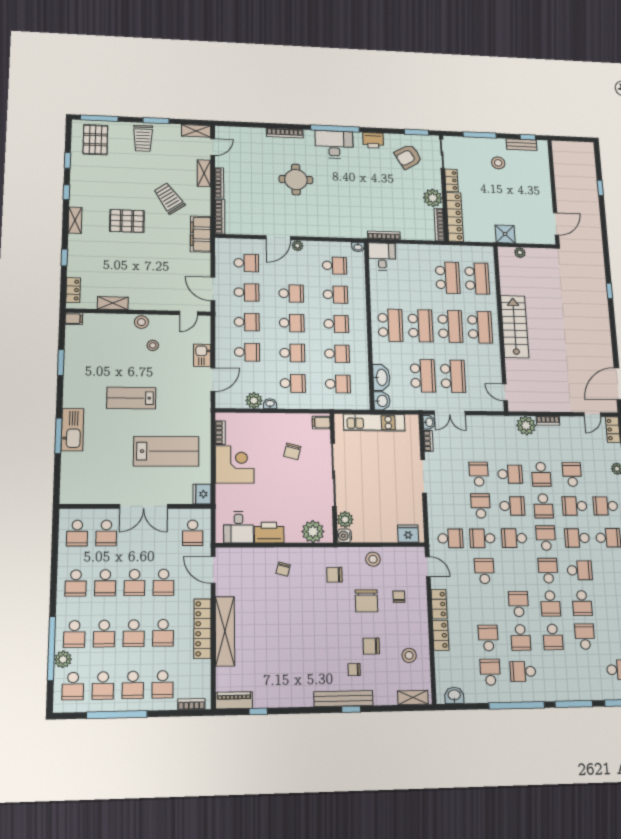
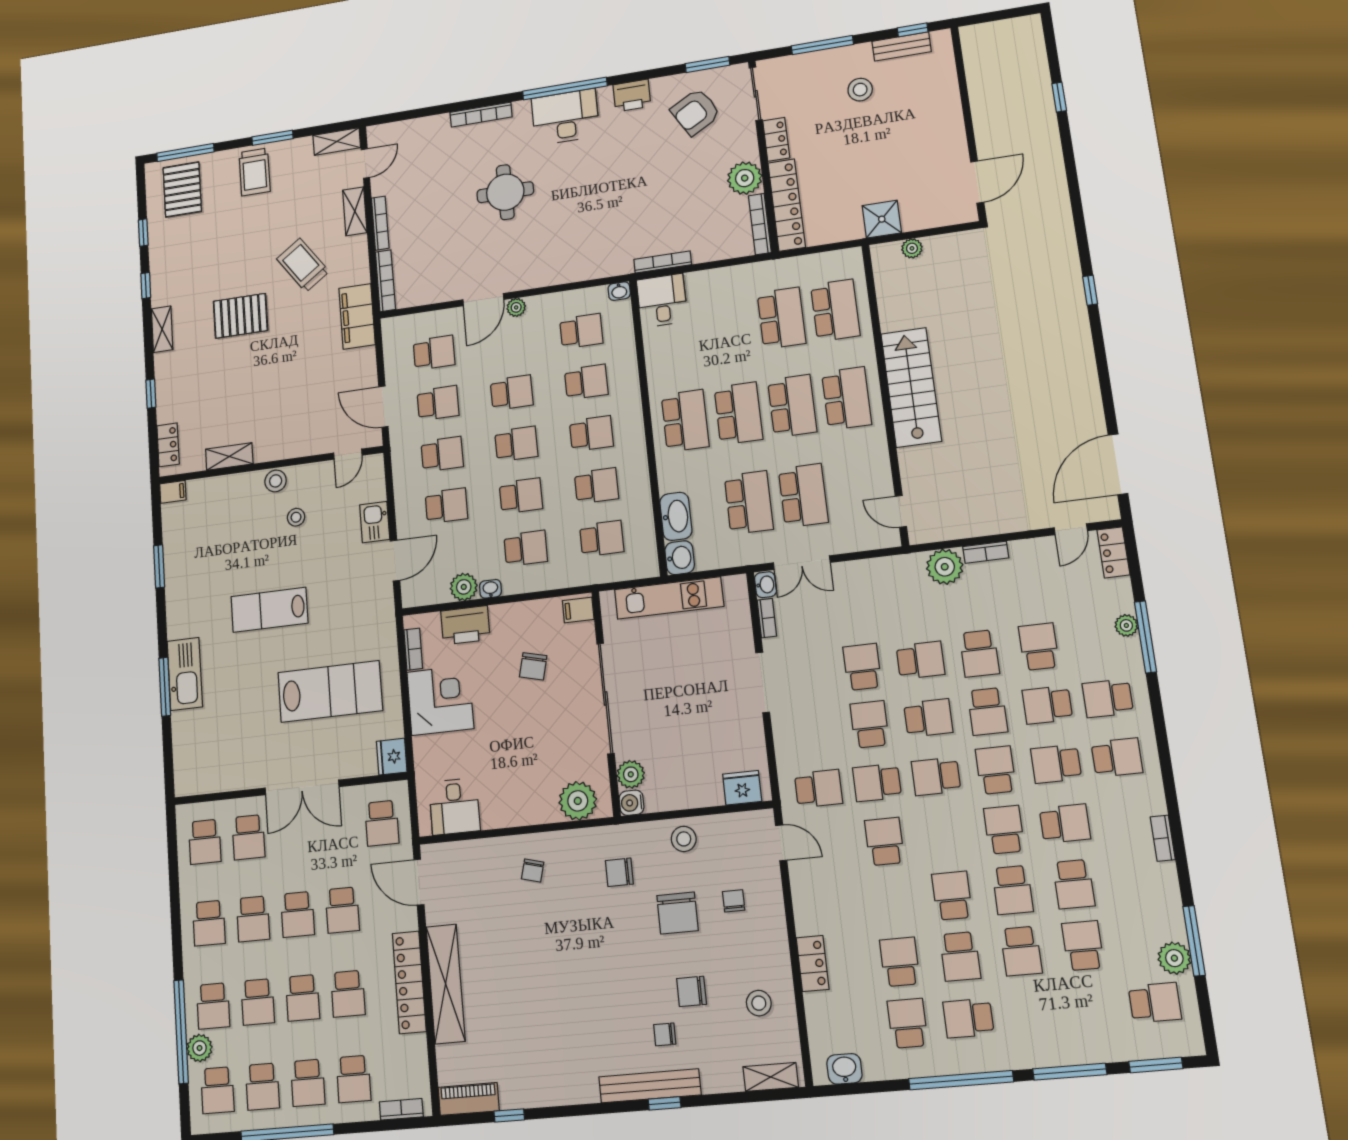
printer: (269, 533) -> (465, 625), moved, turned 180
locker: (439, 604) -> (806, 908), removed

